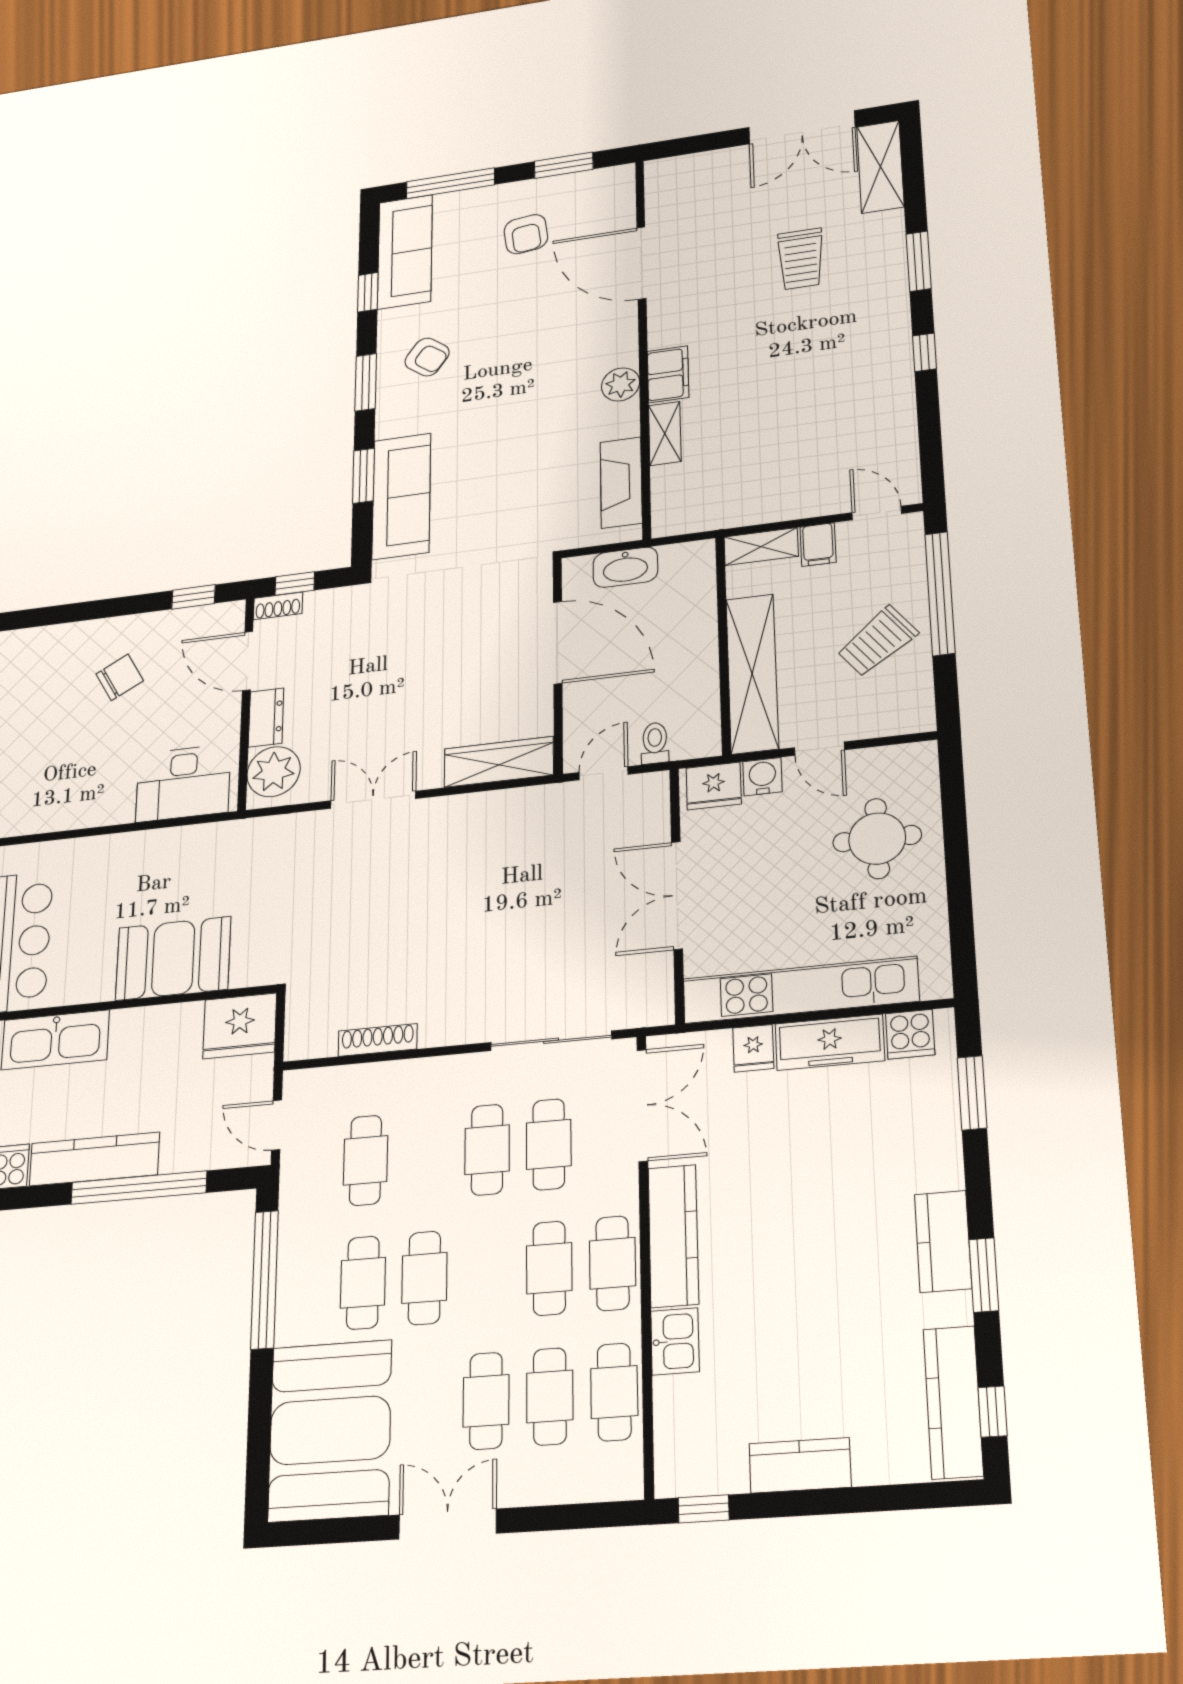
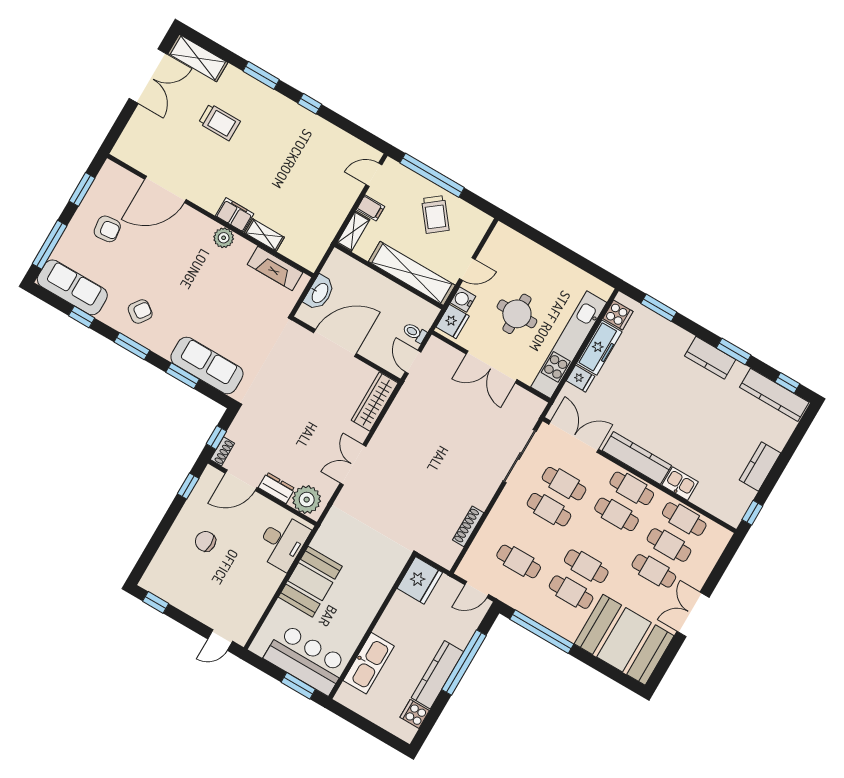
chair: (120, 677) -> (205, 541), turned -61
round table: (877, 839) -> (517, 314), moved
booth: (173, 958) -> (310, 582), moved

